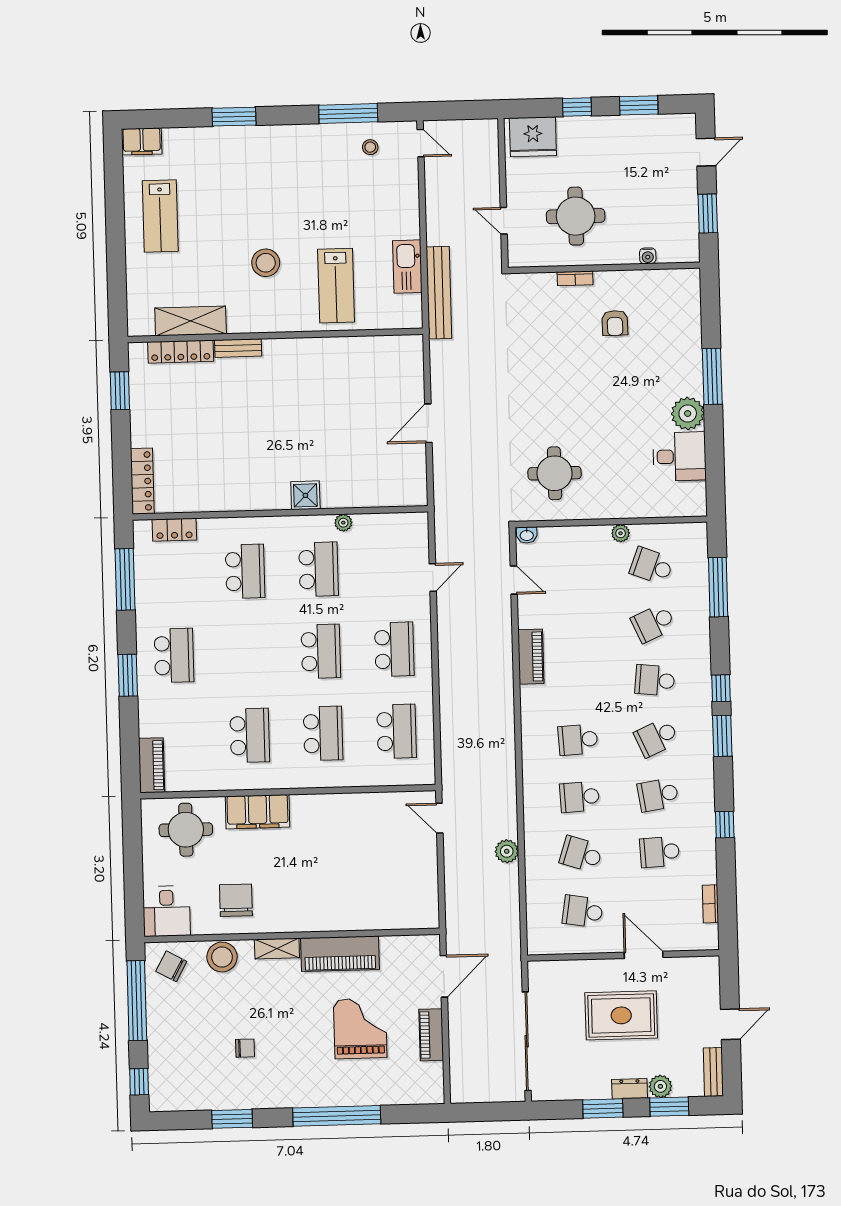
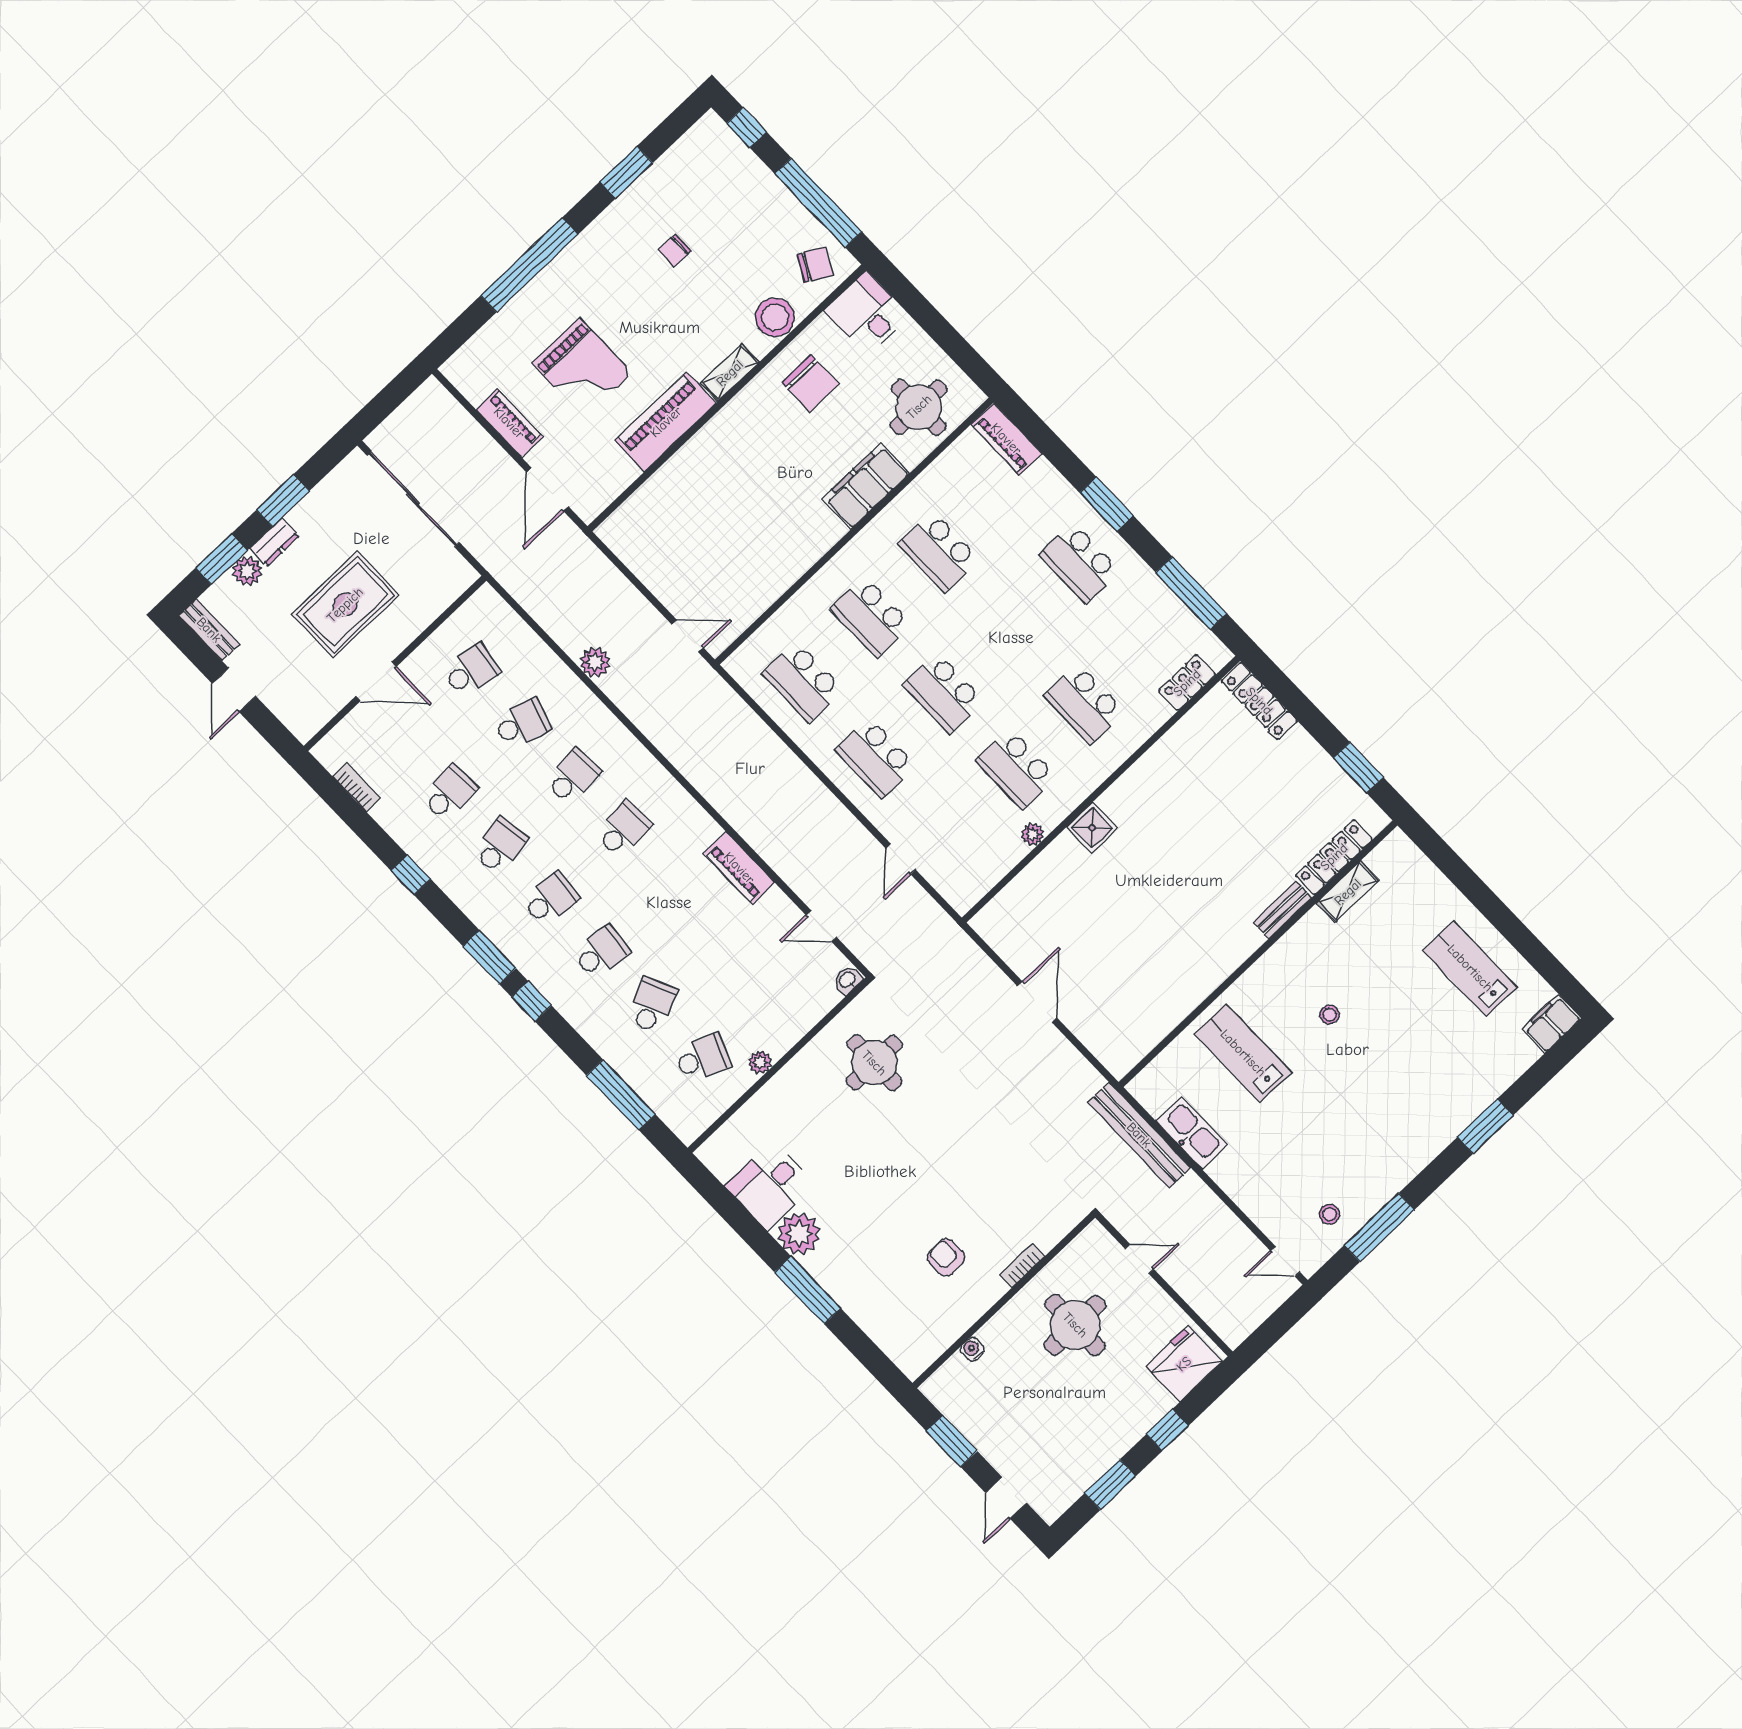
stool: (266, 263) -> (1330, 1015), width x0.53, depth x0.53
shelving: (191, 321) -> (1348, 892), width x0.67, depth x0.75
school desk: (656, 737) -> (551, 899), turned 30

